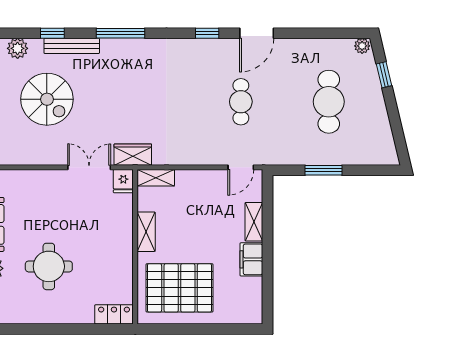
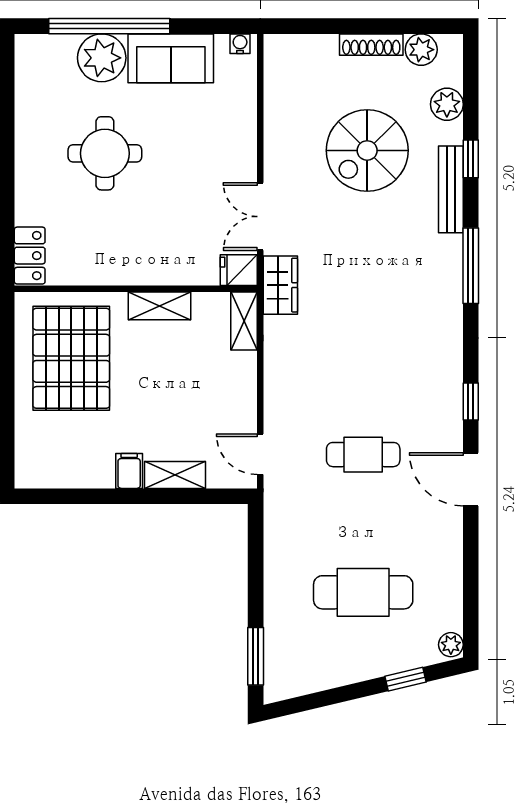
double door: (89, 167) -> (260, 217), swing flipped
window: (323, 170) -> (256, 656), moved
filing cabinet: (251, 259) -> (129, 471), width x0.50

